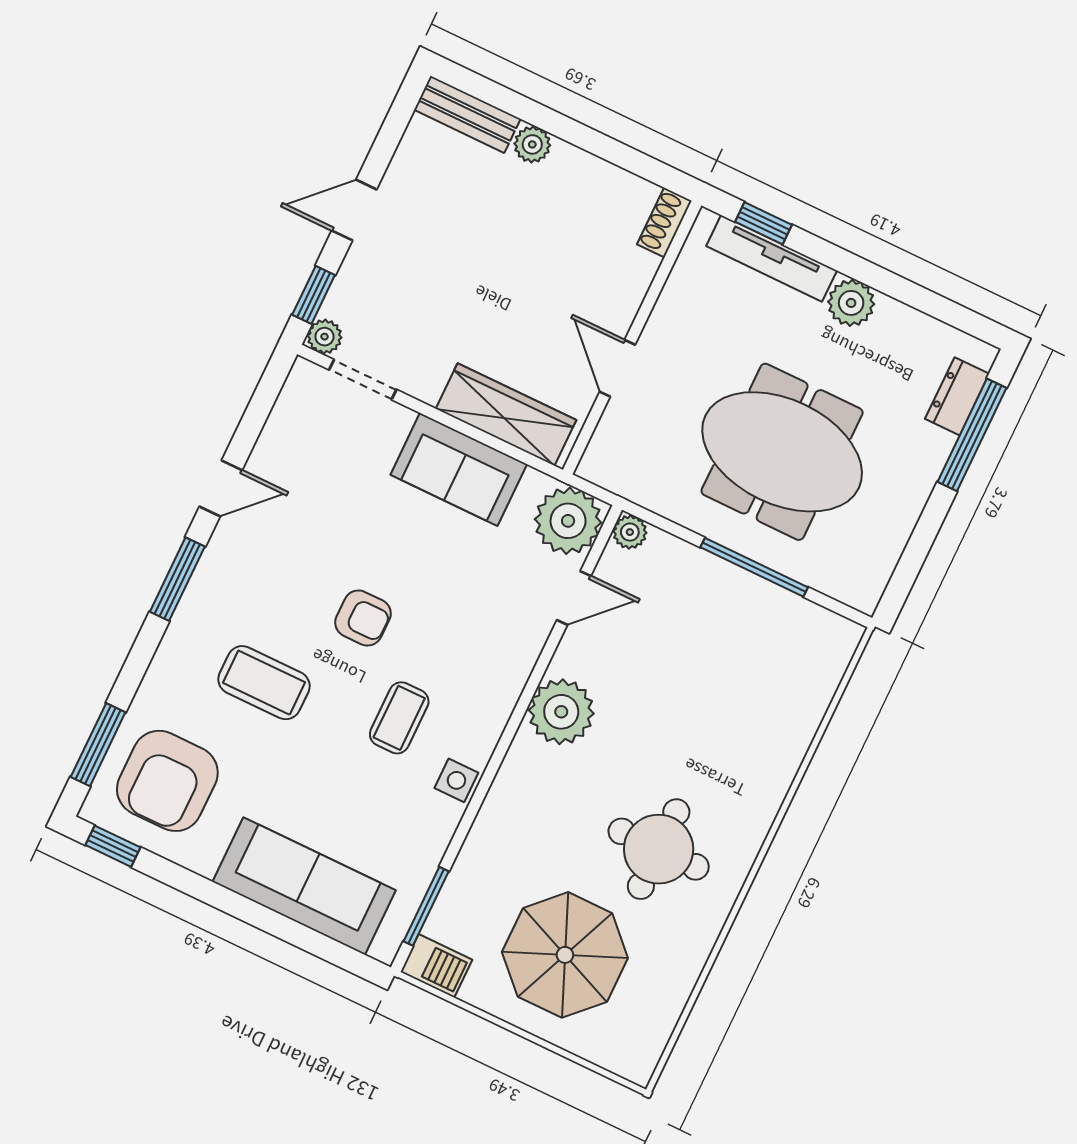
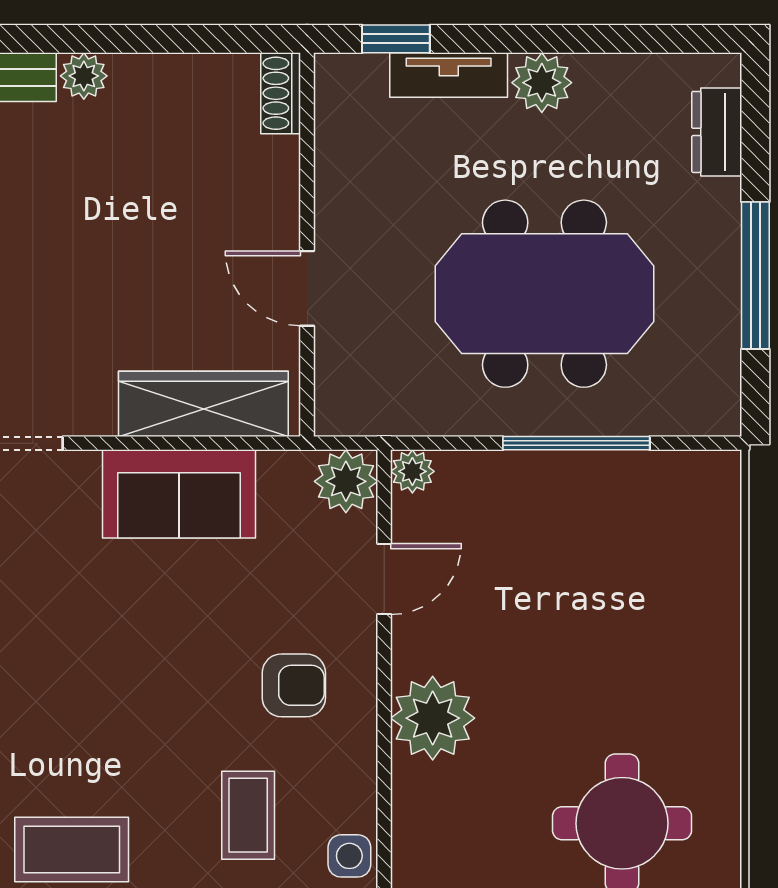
tv unit: (772, 258) -> (449, 75), width x0.71
window: (972, 435) -> (755, 275), moved
plant: (568, 521) -> (346, 481), width x0.73, depth x0.73
armchair: (363, 618) -> (294, 685), moved

